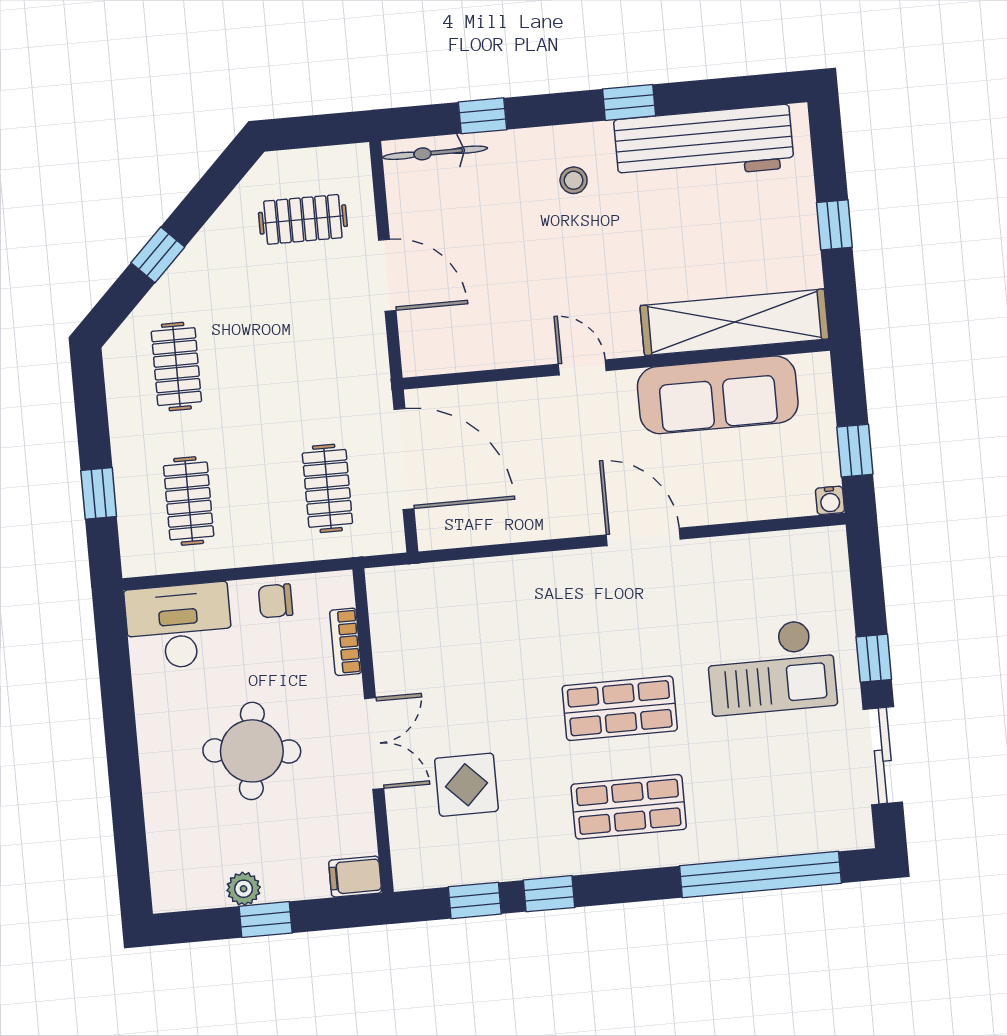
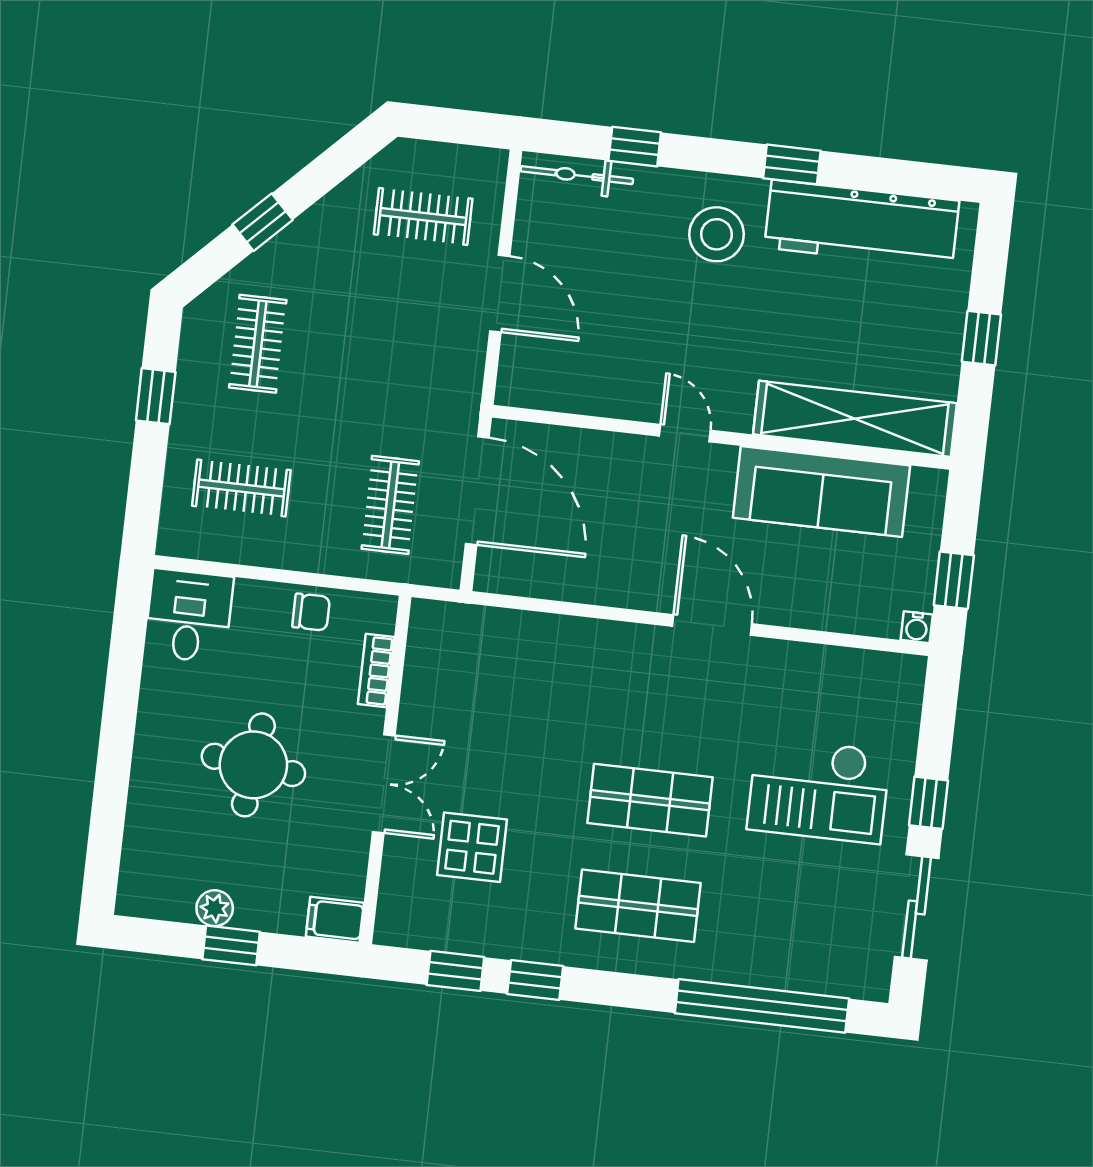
stool: (574, 180) -> (717, 234), width x1.89, depth x1.89
window: (99, 493) -> (156, 396), moved
clothes rail: (189, 501) -> (241, 488), turned 90
chair: (276, 601) -> (311, 612), turned 180
desk: (179, 626) -> (189, 616), width x0.73

